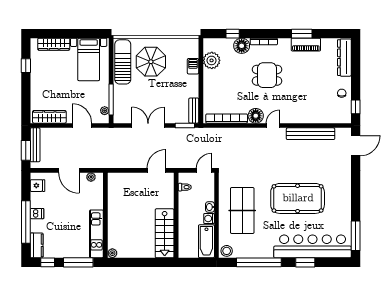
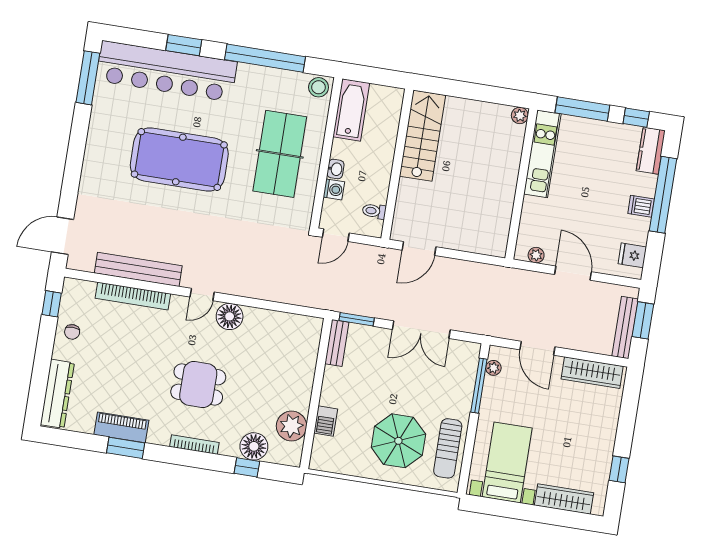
floor lamp: (242, 46) -> (254, 446), moved
sun lounger: (123, 62) -> (448, 448), width x0.73, depth x0.75
bookcase: (227, 119) -> (133, 296), moved
washing machine: (209, 219) -> (334, 189), moved

